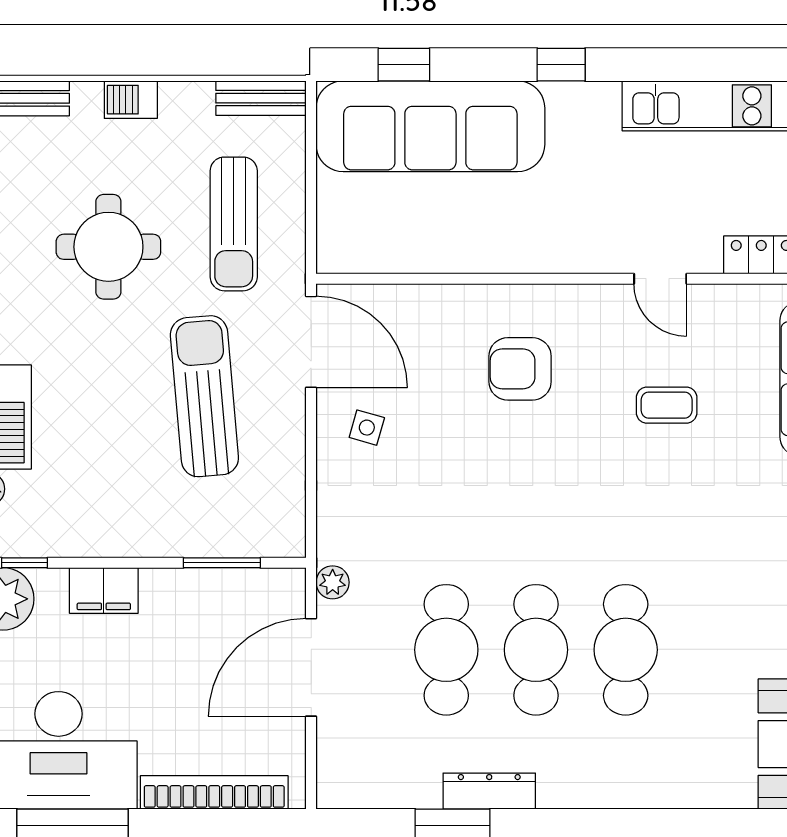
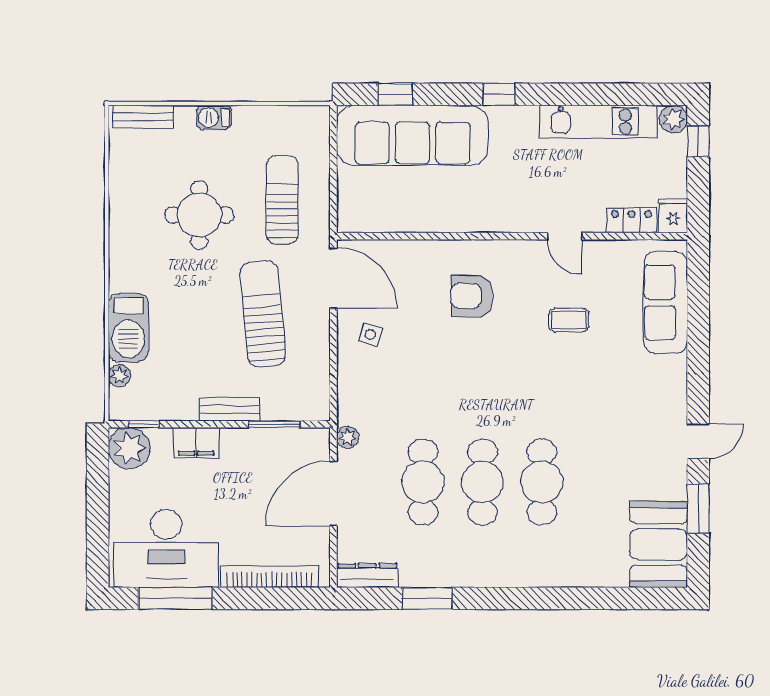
bench: (261, 98) -> (229, 410), moved
sun lounger: (234, 224) -> (282, 200), turned 180
dresser: (489, 791) -> (367, 576), moved

